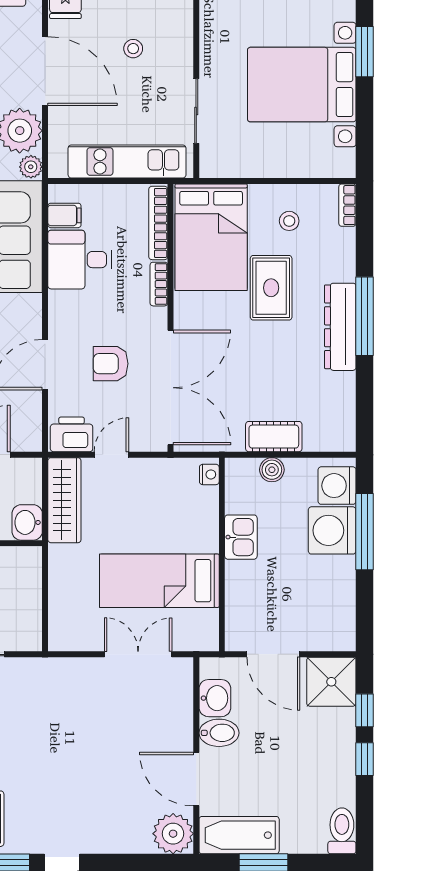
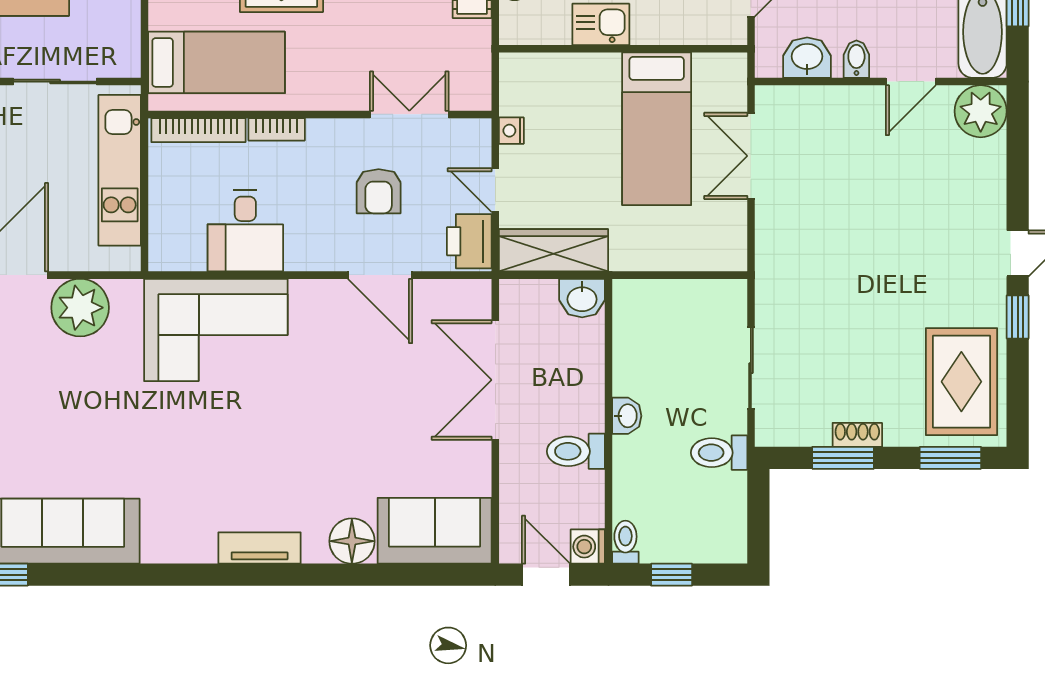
plant: (31, 167) -> (126, 293), removed
filing cabinet: (64, 215) -> (189, 250), removed
bed: (211, 237) -> (217, 62), width x0.67
double door: (171, 388) -> (409, 114), width x0.54
nightstand: (209, 474) -> (511, 131), moved, turned -90
bidet: (219, 733) -> (856, 59), width x0.72, depth x0.74
door: (196, 779) -> (911, 82), width x0.73

